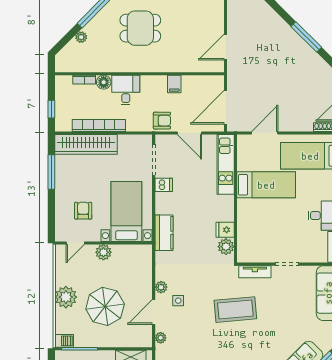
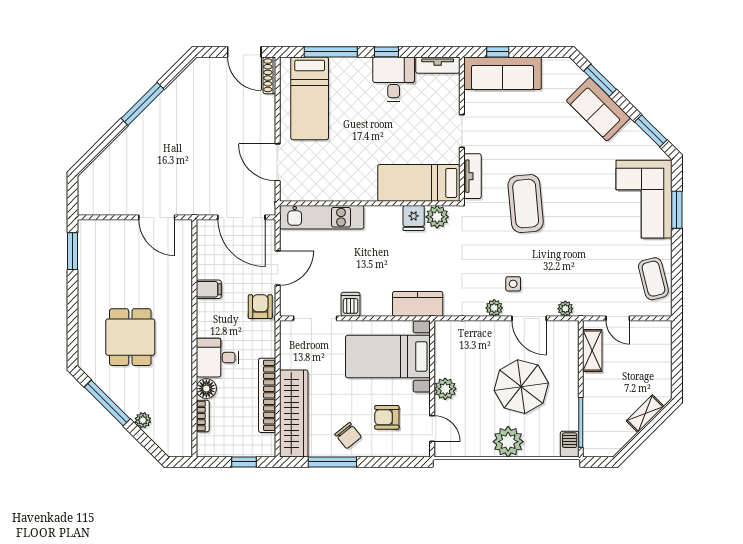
chair: (70, 183) -> (348, 436), added
bed: (266, 185) -> (419, 183), moved, turned -90

